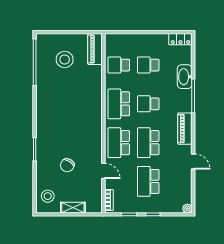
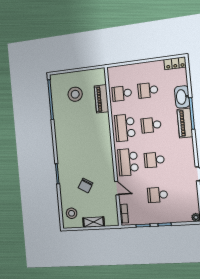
piano: (95, 49) -> (101, 99), moved
piano: (185, 129) -> (185, 123), moved
school desk: (148, 143) -> (154, 160), width x0.54
school desk: (148, 181) -> (158, 195), width x0.54

